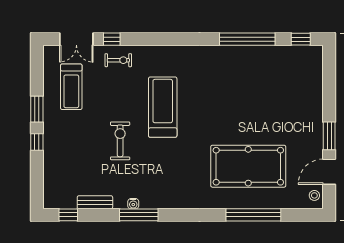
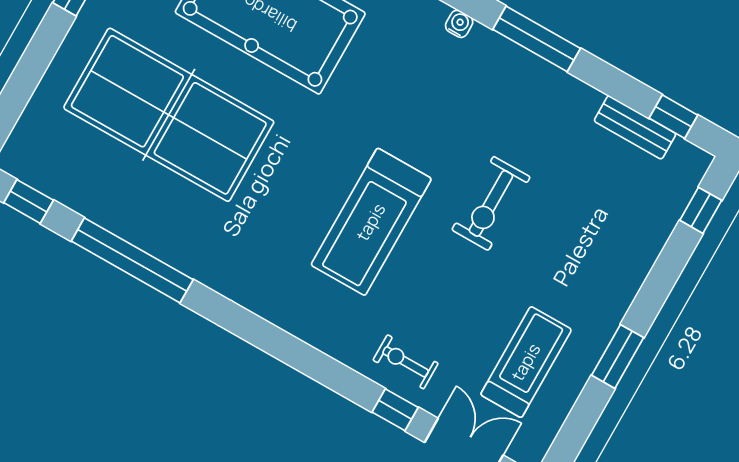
table tennis table: (265, 104) -> (169, 115), added
window: (37, 142) -> (701, 210), moved
bench: (95, 202) -> (635, 127), moved
water cooler: (133, 204) -> (459, 24), moved

